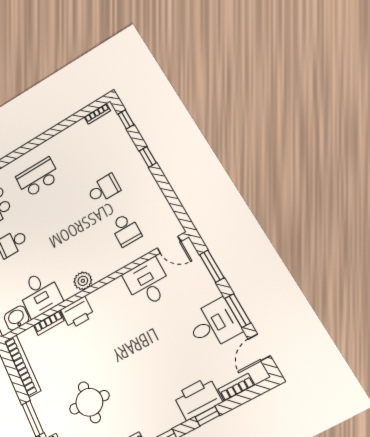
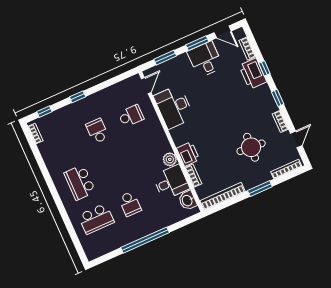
plant: (83, 281) -> (170, 159), moved
desk: (148, 283) -> (174, 107), width x1.37

